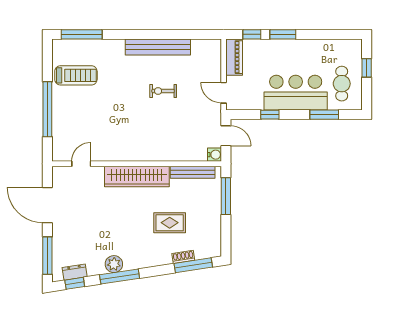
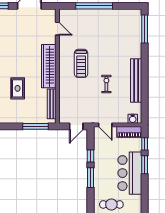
treadmill: (76, 75) -> (81, 63), moved
door: (224, 93) -> (105, 125), swing flipped
bar counter: (296, 93) -> (130, 173), moved, turned 180
window: (324, 115) -> (91, 178), moved
water cooler: (215, 155) -> (133, 119), moved

